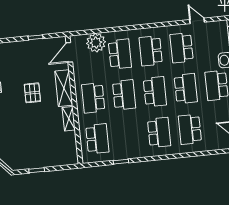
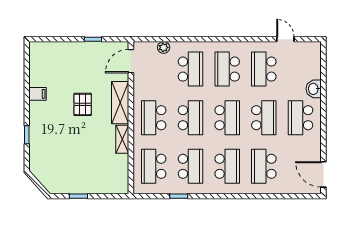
plant: (96, 43) -> (164, 47), width x0.53, depth x0.53
school desk: (128, 136) -> (190, 166), added
school desk: (97, 139) -> (154, 166), turned 180

